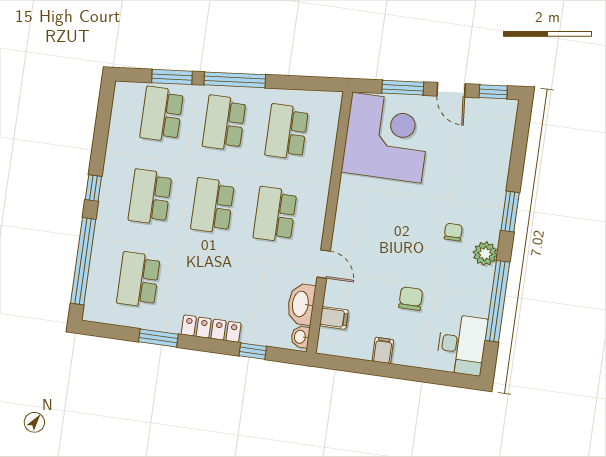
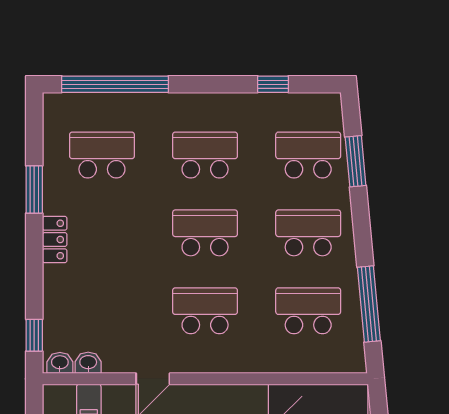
window: (235, 80) -> (369, 304), moved
window: (93, 188) -> (273, 84), moved
washbasin: (301, 304) -> (88, 363), width x0.52, depth x0.69
locker: (211, 329) -> (55, 239), width x0.66
window: (253, 351) -> (34, 335), moved

